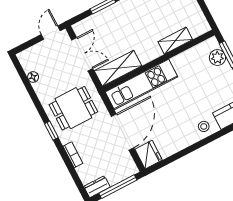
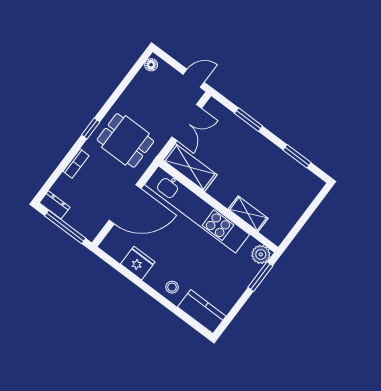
plant: (217, 58) -> (261, 254), moved
floor lamp: (33, 77) -> (151, 65), moved
kitchen unit: (142, 84) -> (197, 209), width x1.36
fridge: (149, 155) -> (138, 263), moved, turned -90

